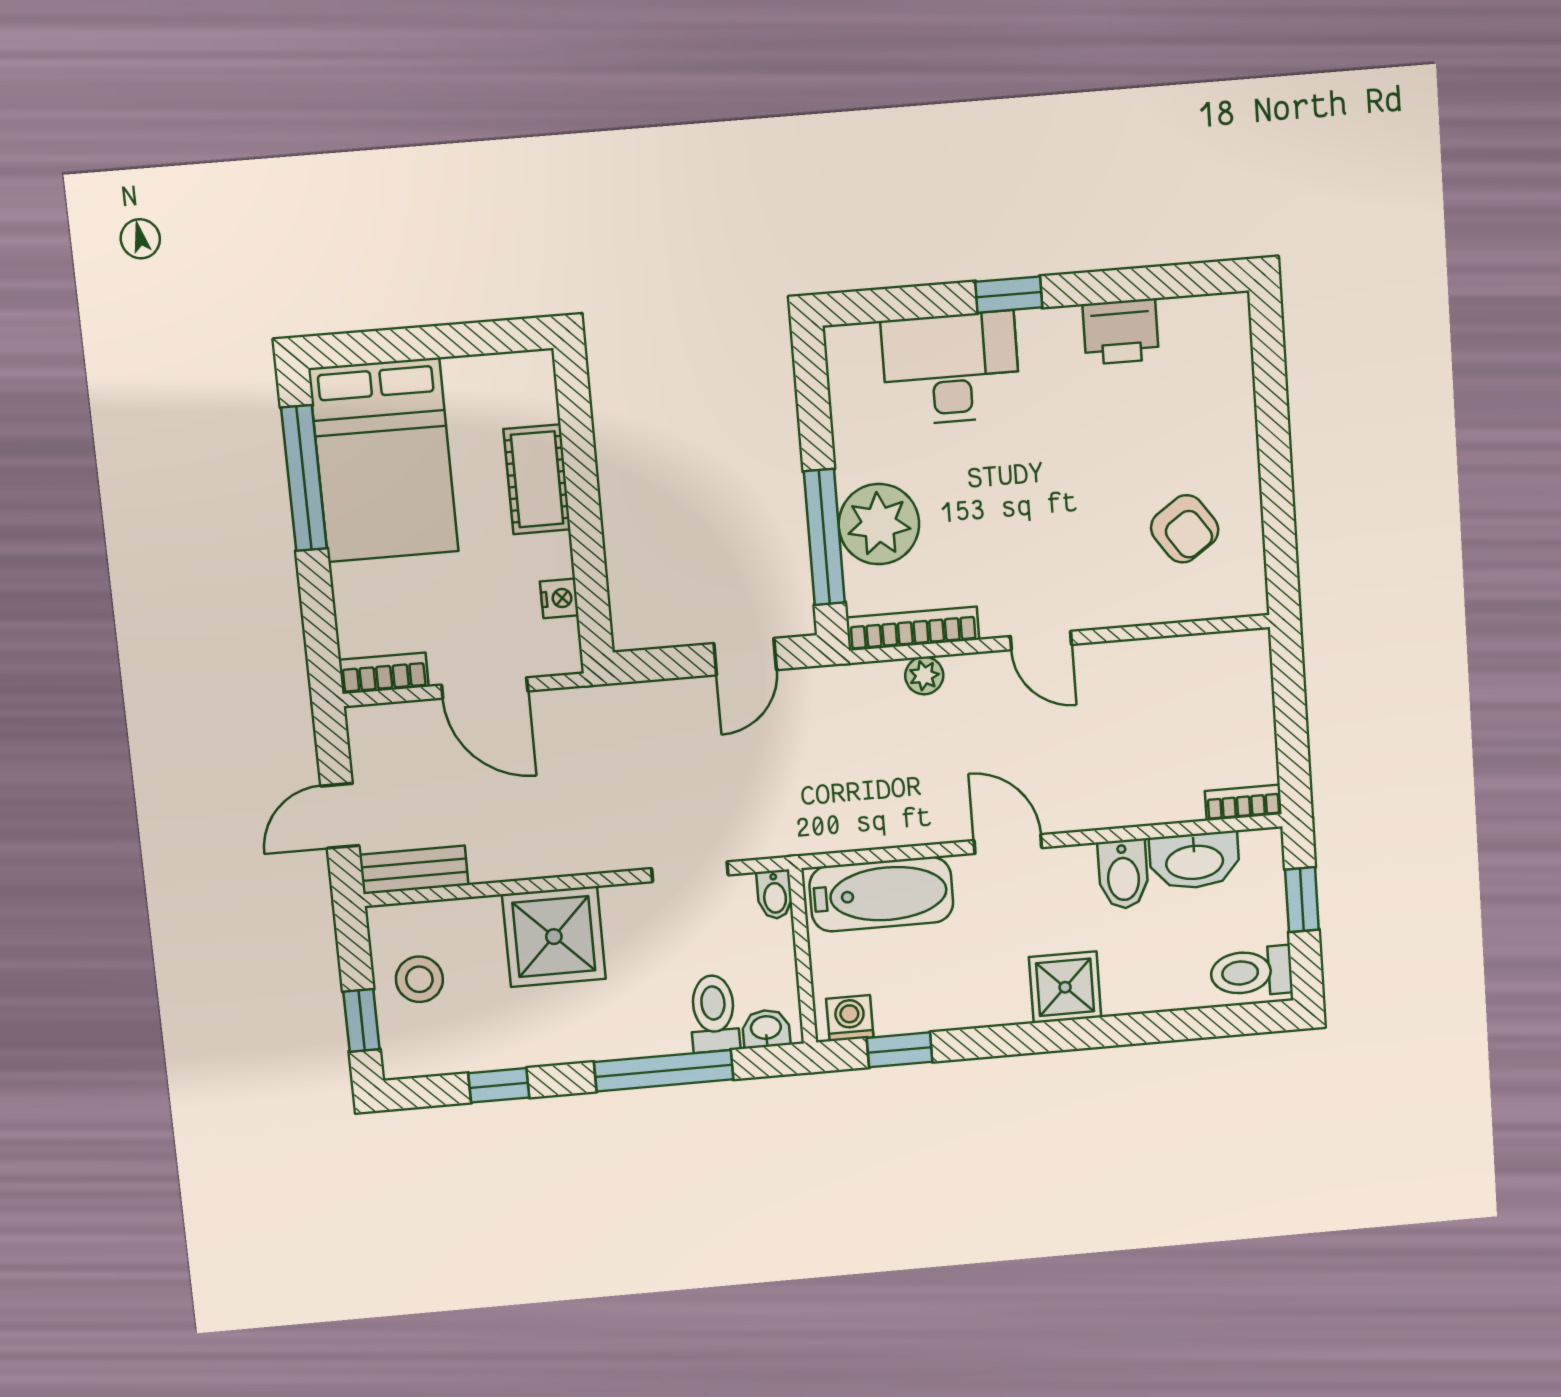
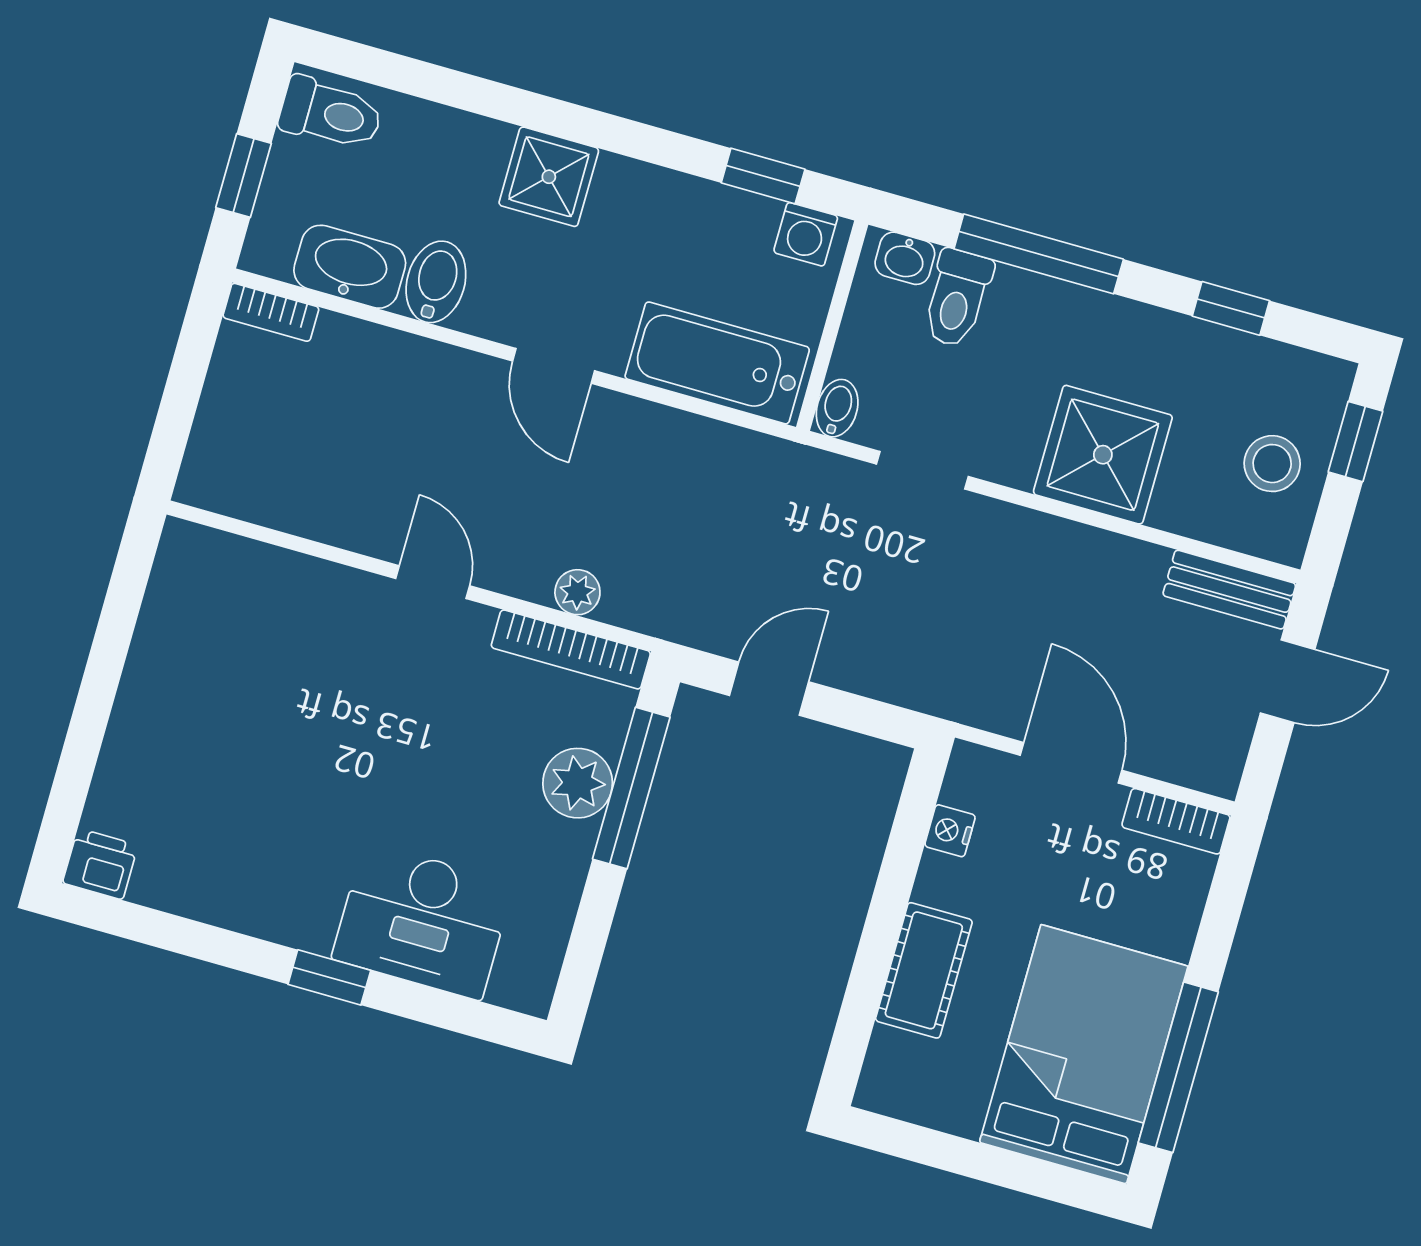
printer: (1121, 332) -> (100, 864), moved, width x0.73, depth x0.81
plant: (879, 524) -> (578, 783), width x0.73, depth x0.73
armchair: (1185, 529) -> (227, 647), removed

